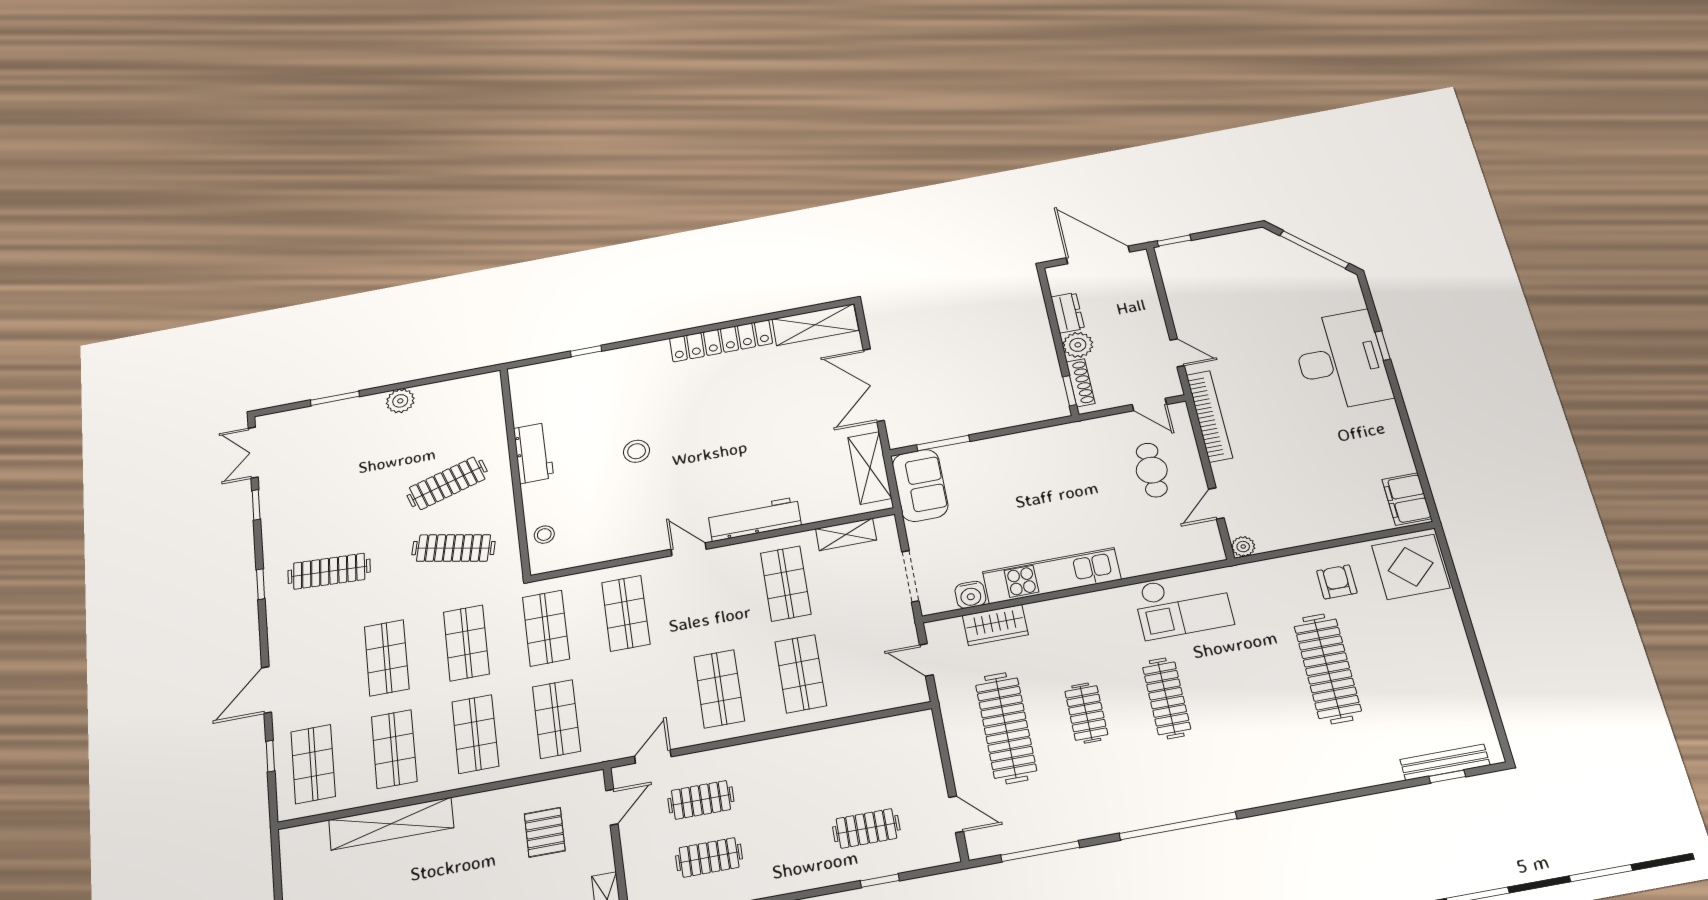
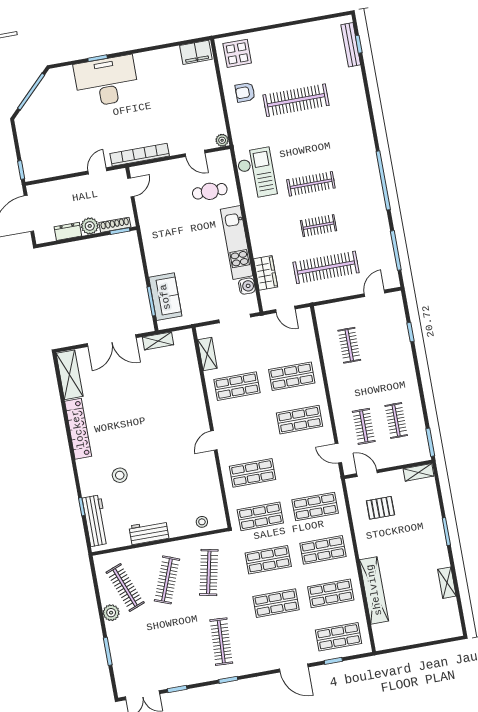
clothes rail: (441, 420) -> (125, 587), added
stool: (637, 451) -> (120, 475), moved
shelving: (870, 468) -> (158, 341), width x0.67, depth x0.75
cafe table: (1152, 470) -> (210, 191), moved
clothes rail: (447, 483) -> (167, 580), turned 39
sofa: (920, 485) -> (165, 297), moved, turned 90
workbench: (755, 519) -> (96, 521), moved, turned 180
display table: (1411, 567) -> (237, 53), width x0.73, depth x0.73
door: (926, 660) -> (285, 309), hinge flipped
clothes rail: (866, 828) -> (349, 345), moved

